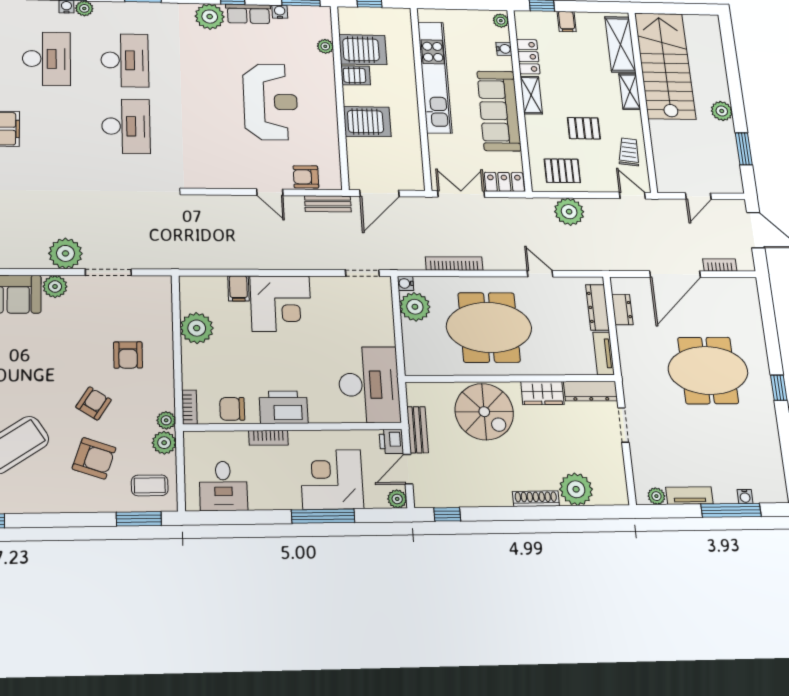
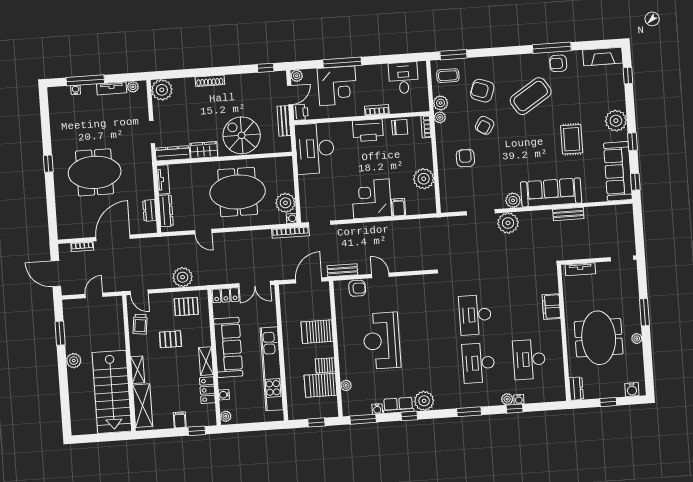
bookcase: (454, 264) -> (290, 232), moved
plant: (576, 489) -> (162, 90), moved

